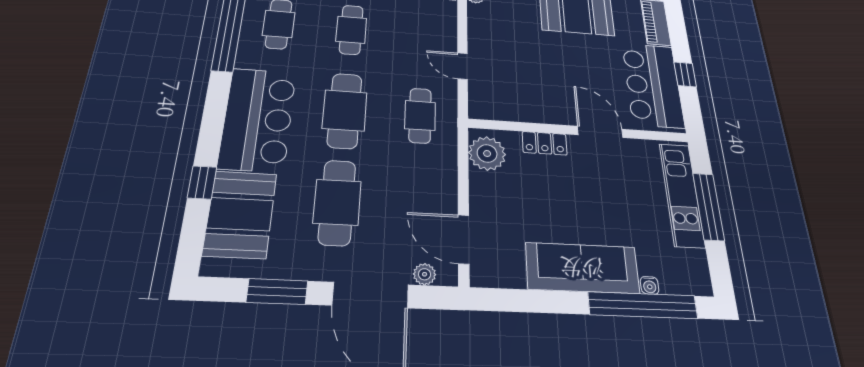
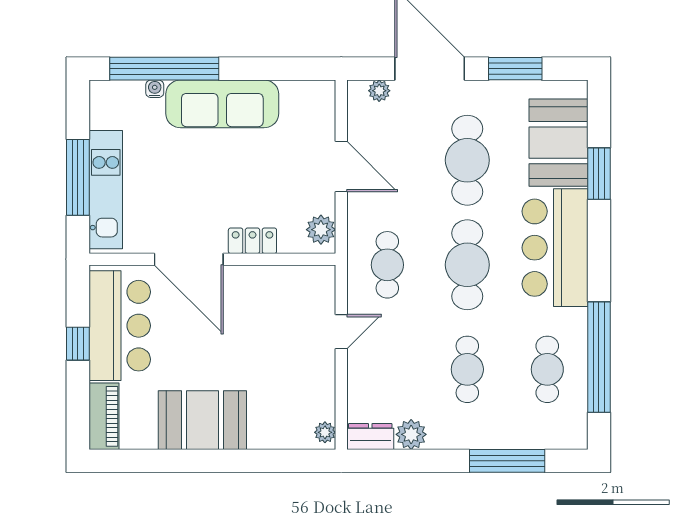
door: (462, 66) -> (341, 332), hinge flipped
door: (600, 132) -> (189, 259), width x1.36
plant: (487, 153) -> (321, 230), width x0.73, depth x0.73
window: (202, 182) -> (599, 174), width x1.50
door: (464, 239) -> (341, 167), moved

